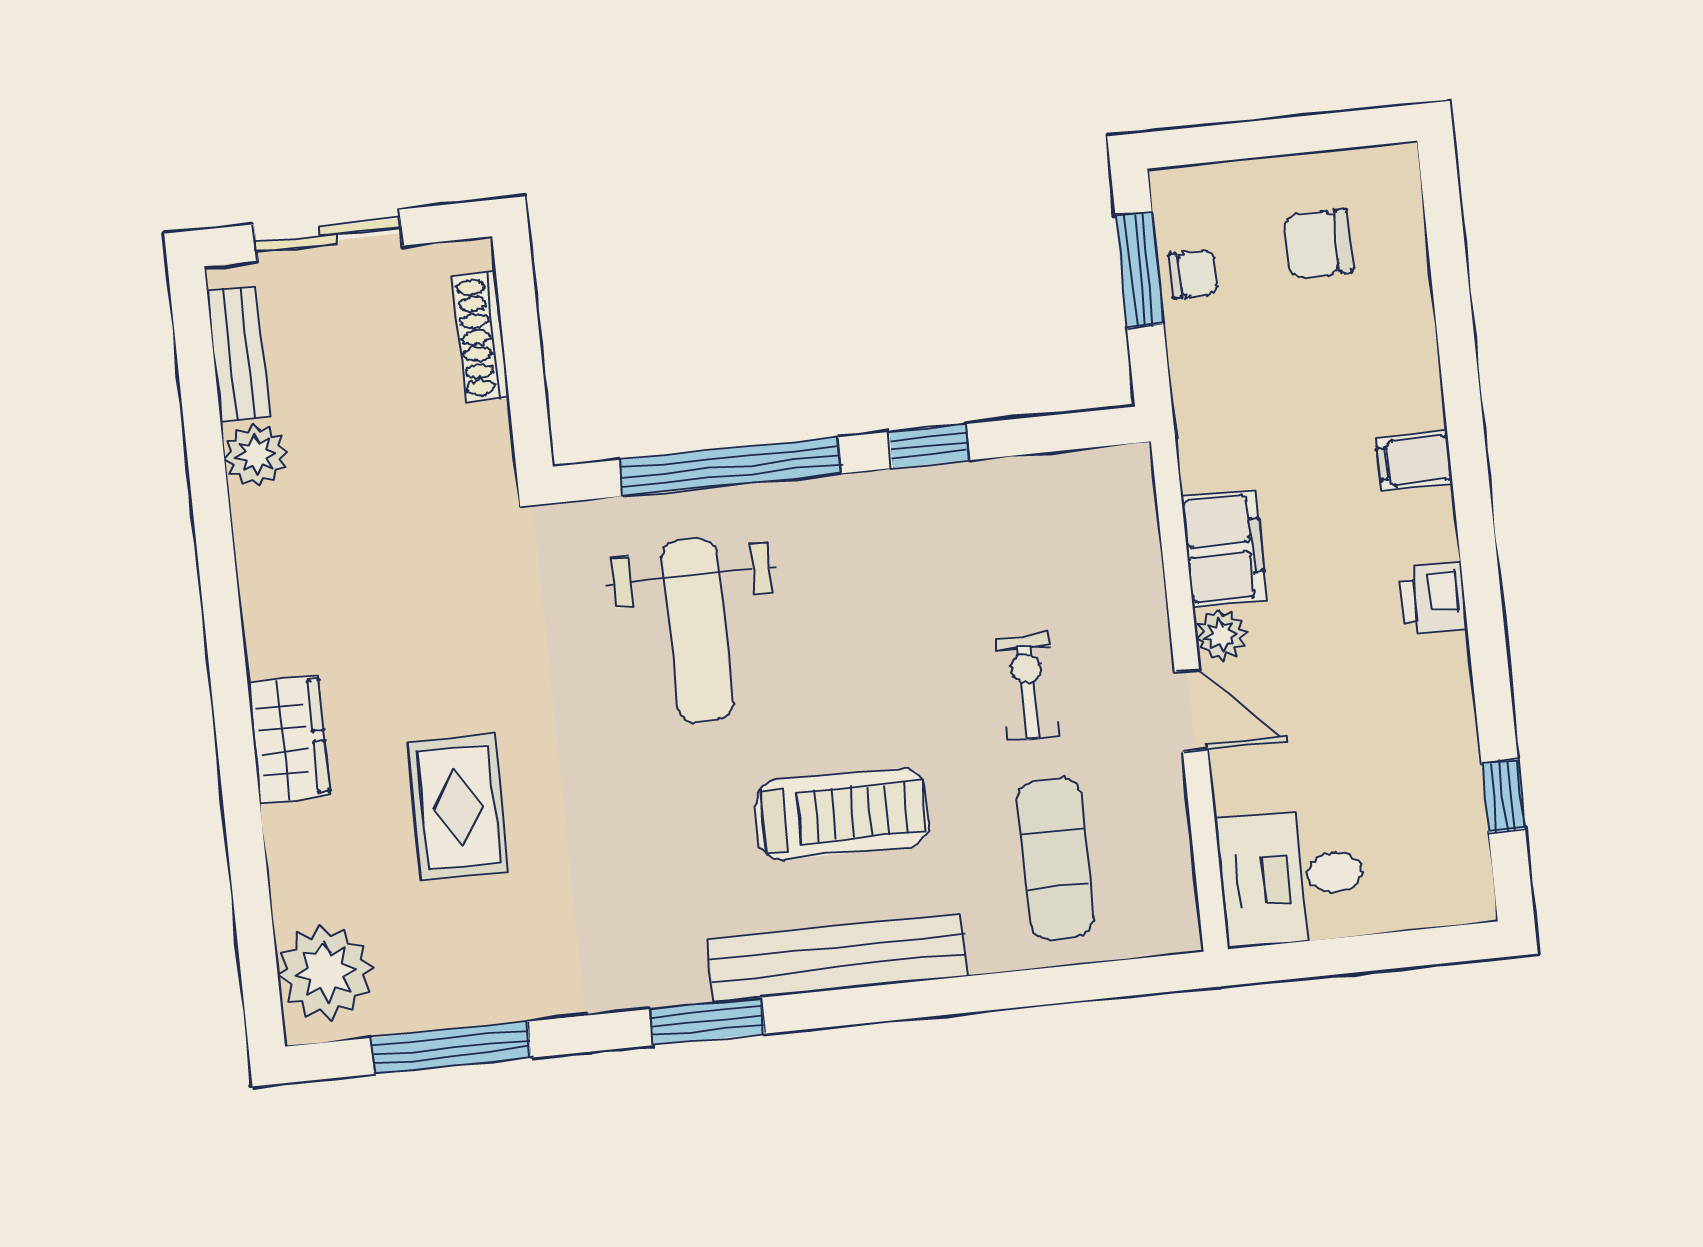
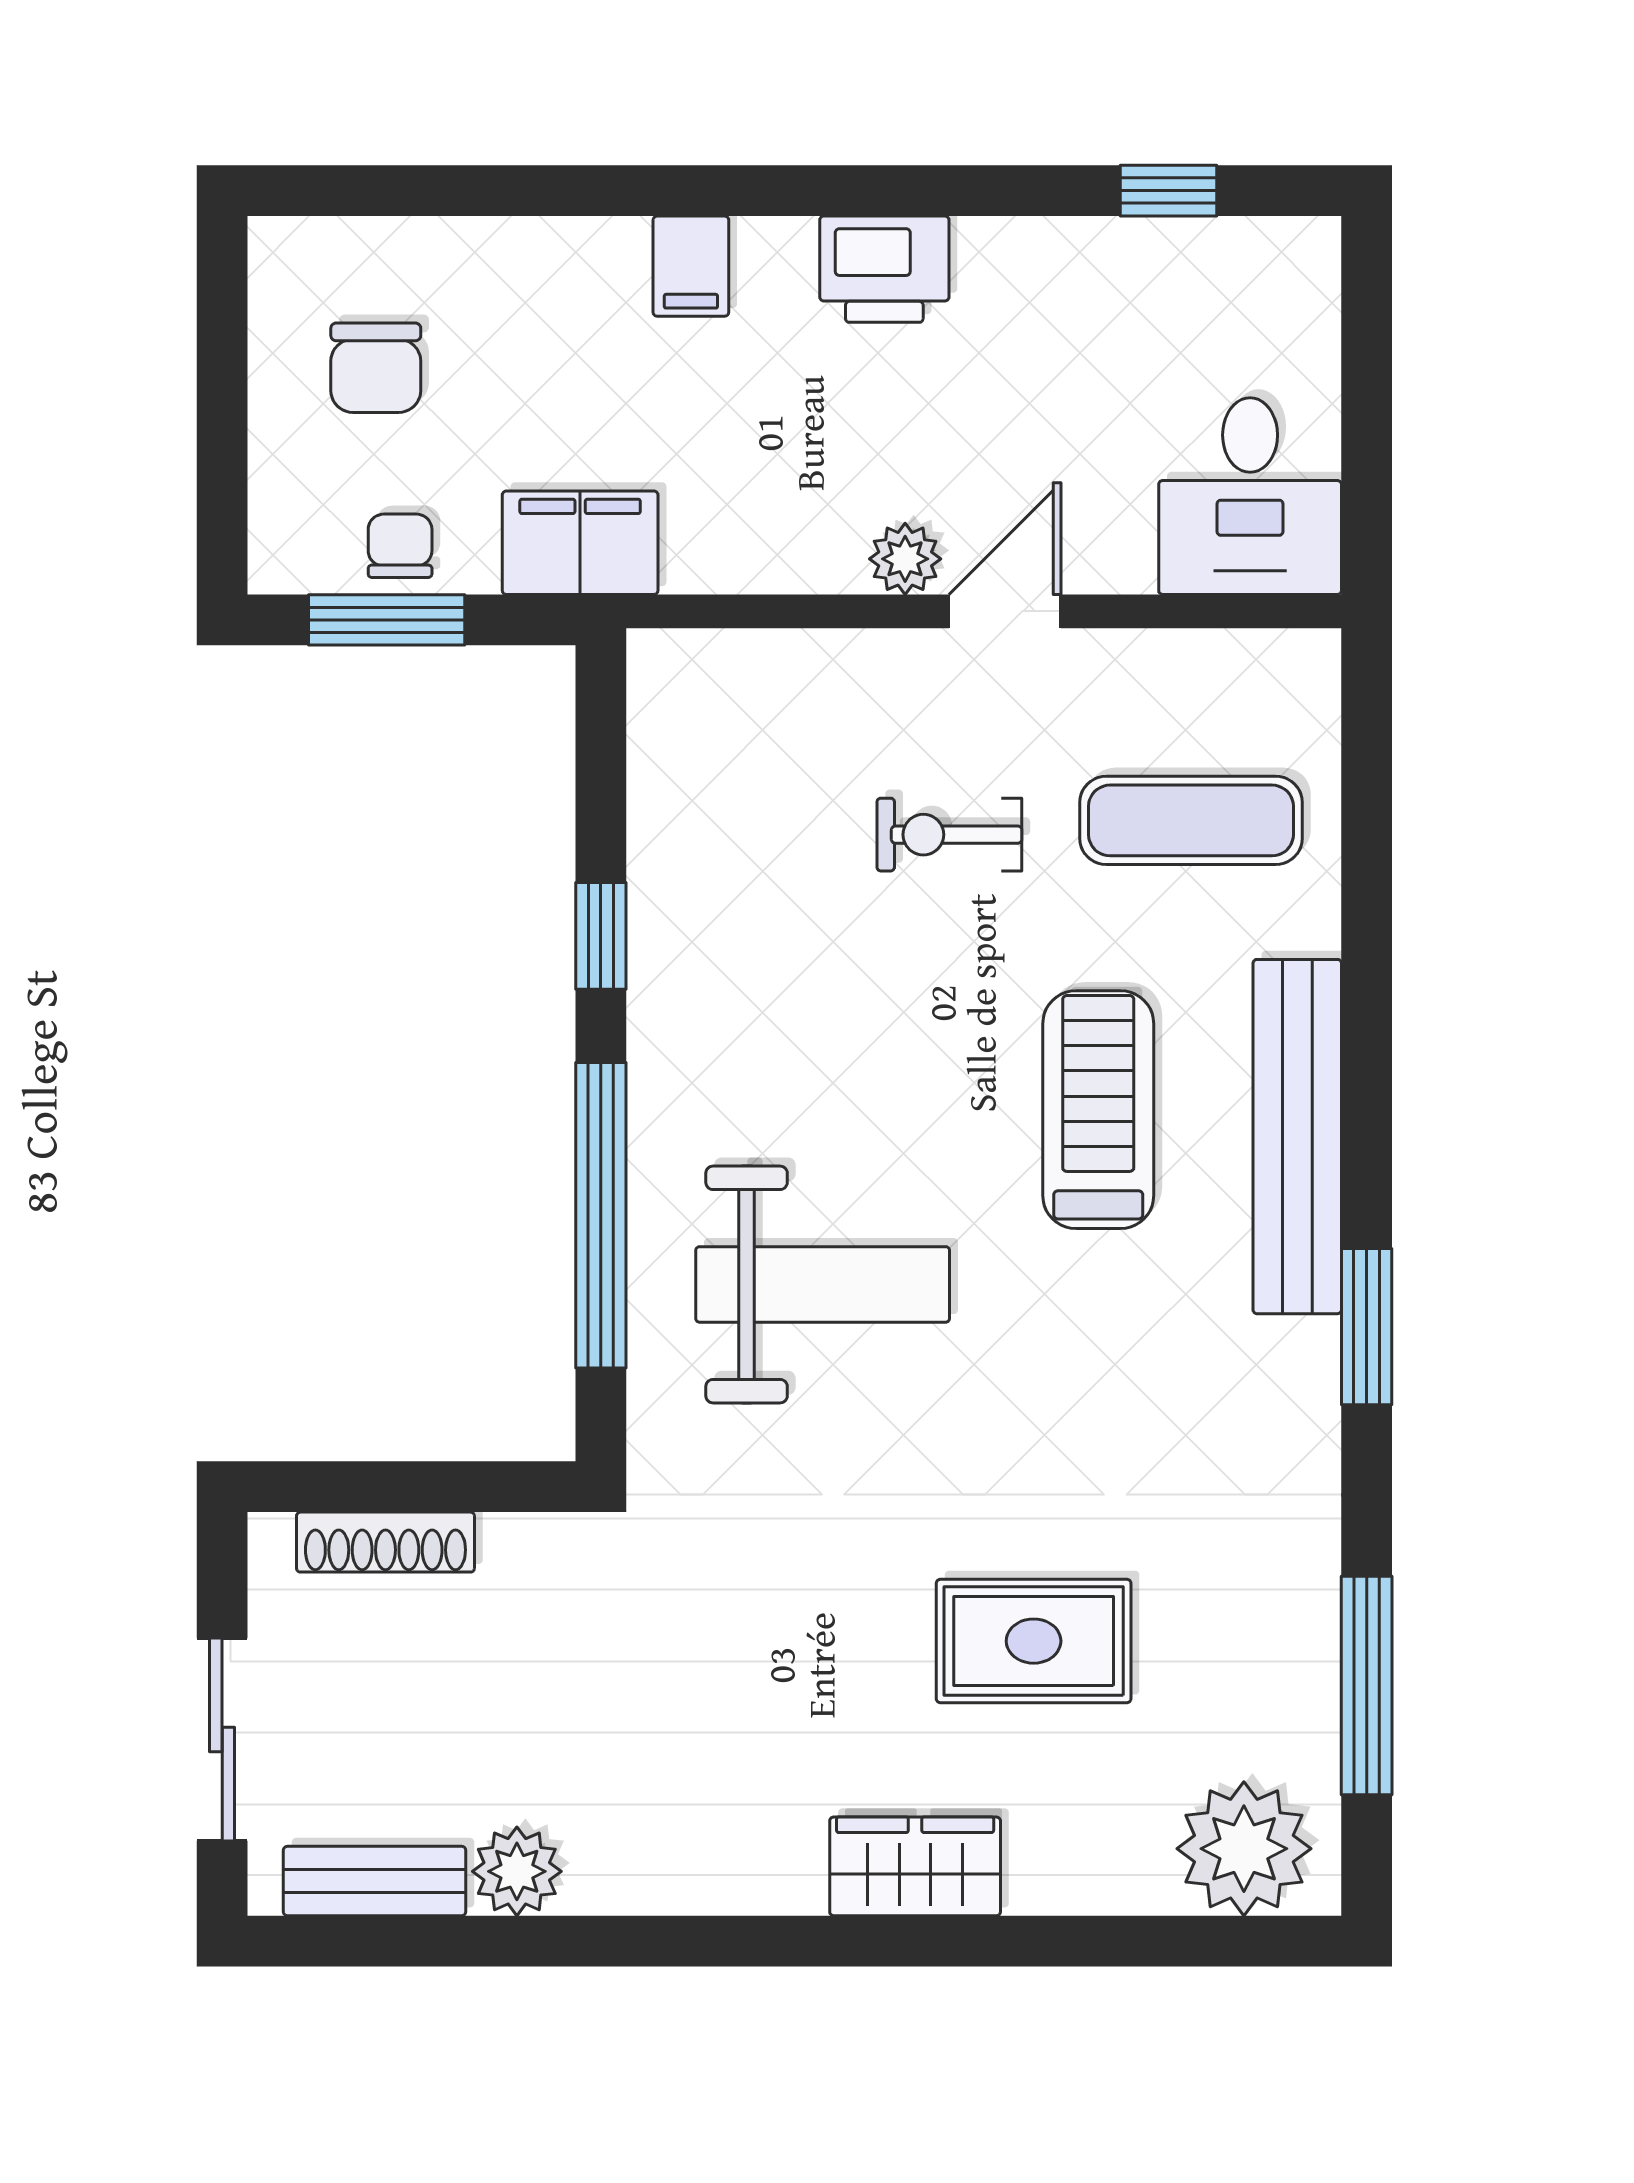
filing cabinet: (1224, 548) -> (580, 543), moved
printer: (1434, 598) -> (884, 269), width x1.36, depth x1.24

